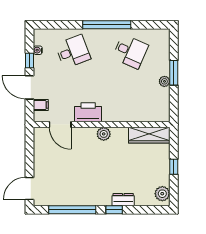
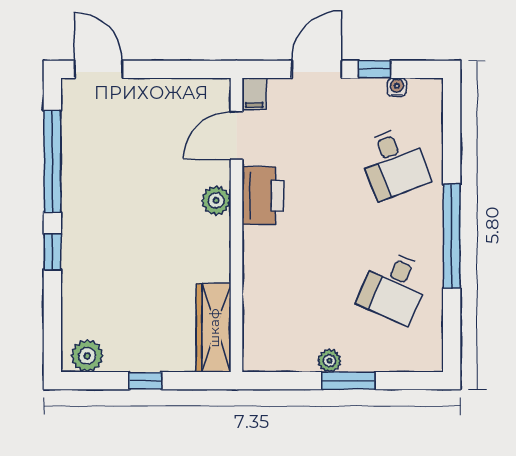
filing cabinet: (41, 105) -> (254, 94), moved
plant: (104, 134) -> (216, 200), moved
dresser: (123, 200) -> (74, 271), removed

